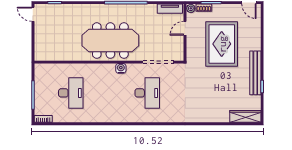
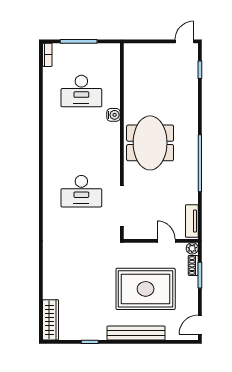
meeting table: (110, 41) -> (150, 143), width x0.73
water cooler: (121, 68) -> (114, 115), moved
bench: (255, 73) -> (136, 333), moved

